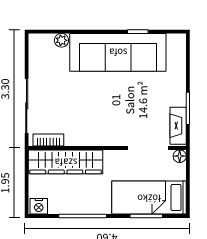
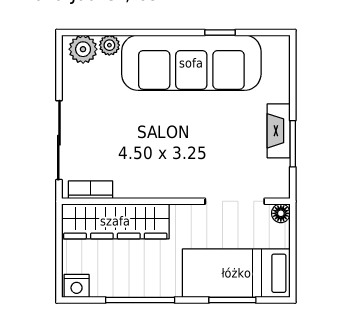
plant: (43, 43) -> (83, 49), added
fireplace: (178, 126) -> (279, 131), moved

